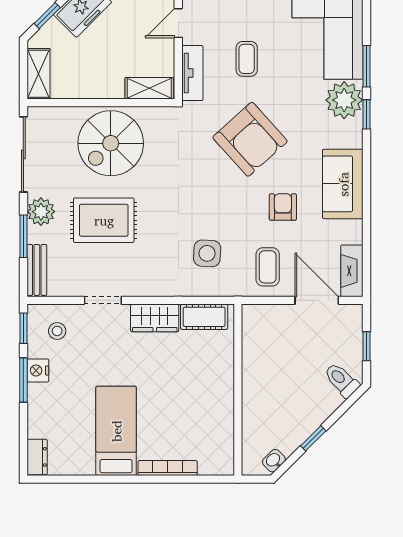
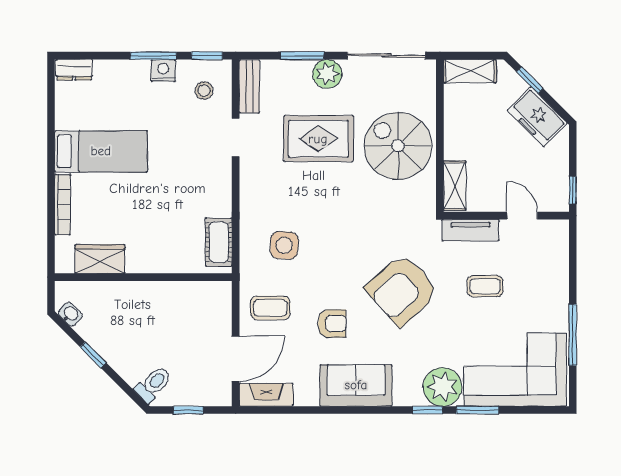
rug: (104, 220) -> (318, 139), turned 90
bench: (37, 270) -> (249, 86), moved, turned 90
wardrobe: (155, 318) -> (100, 259), moved, turned 90

